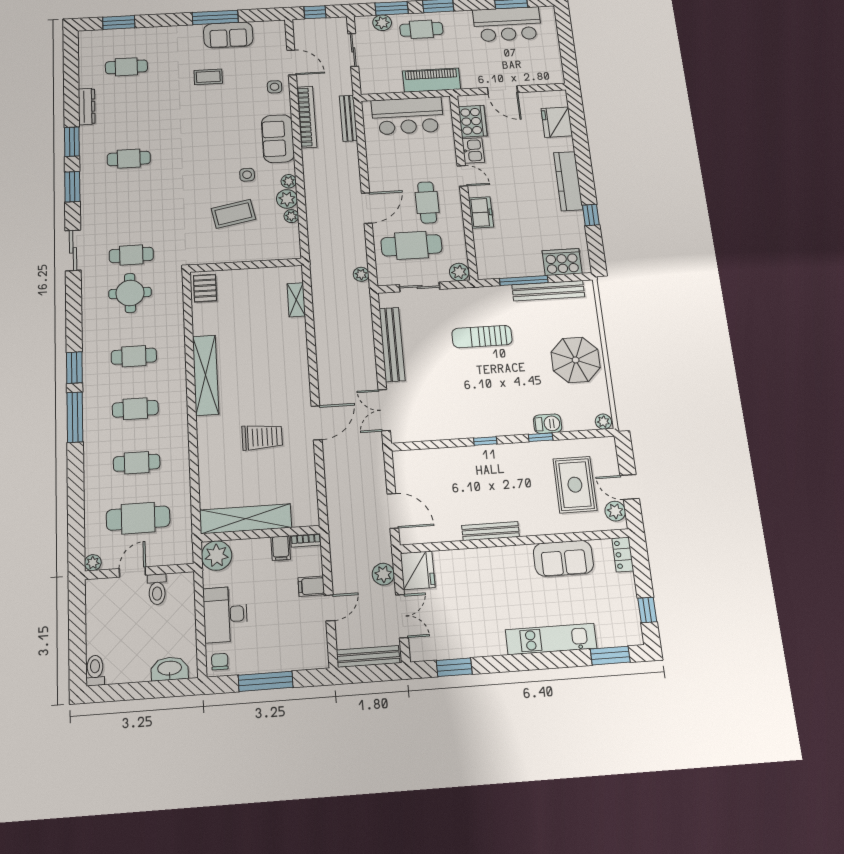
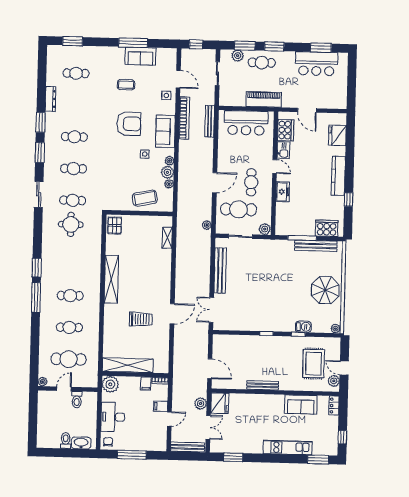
armchair: (217, 132) -> (129, 124), added
coffee table: (233, 214) -> (145, 198), moved
sun lounger: (482, 337) -> (273, 271), removed
cafe table: (134, 356) -> (74, 169), moved
toilet: (95, 670) -> (66, 441), moved

